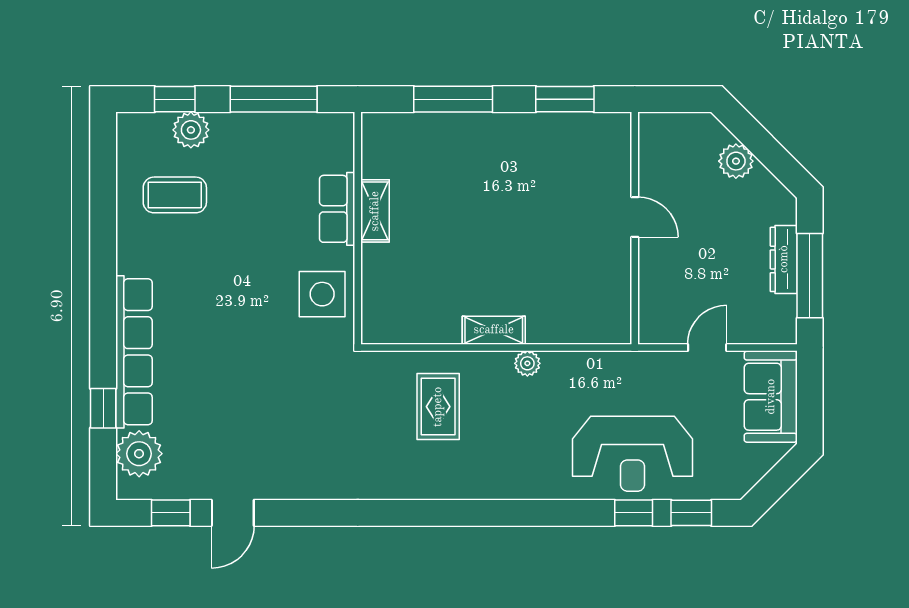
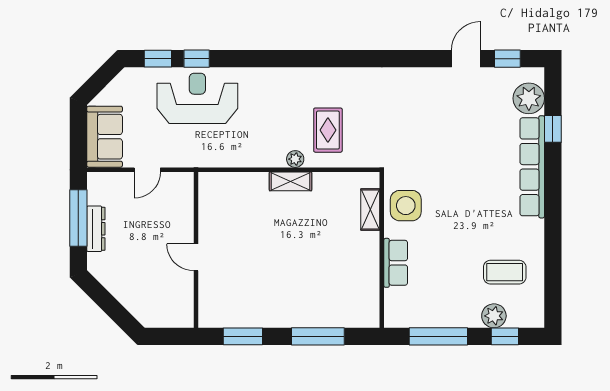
plant: (736, 161) -> (128, 295), removed
shelving: (375, 211) -> (370, 209), moved
plant: (527, 363) -> (295, 159), moved

